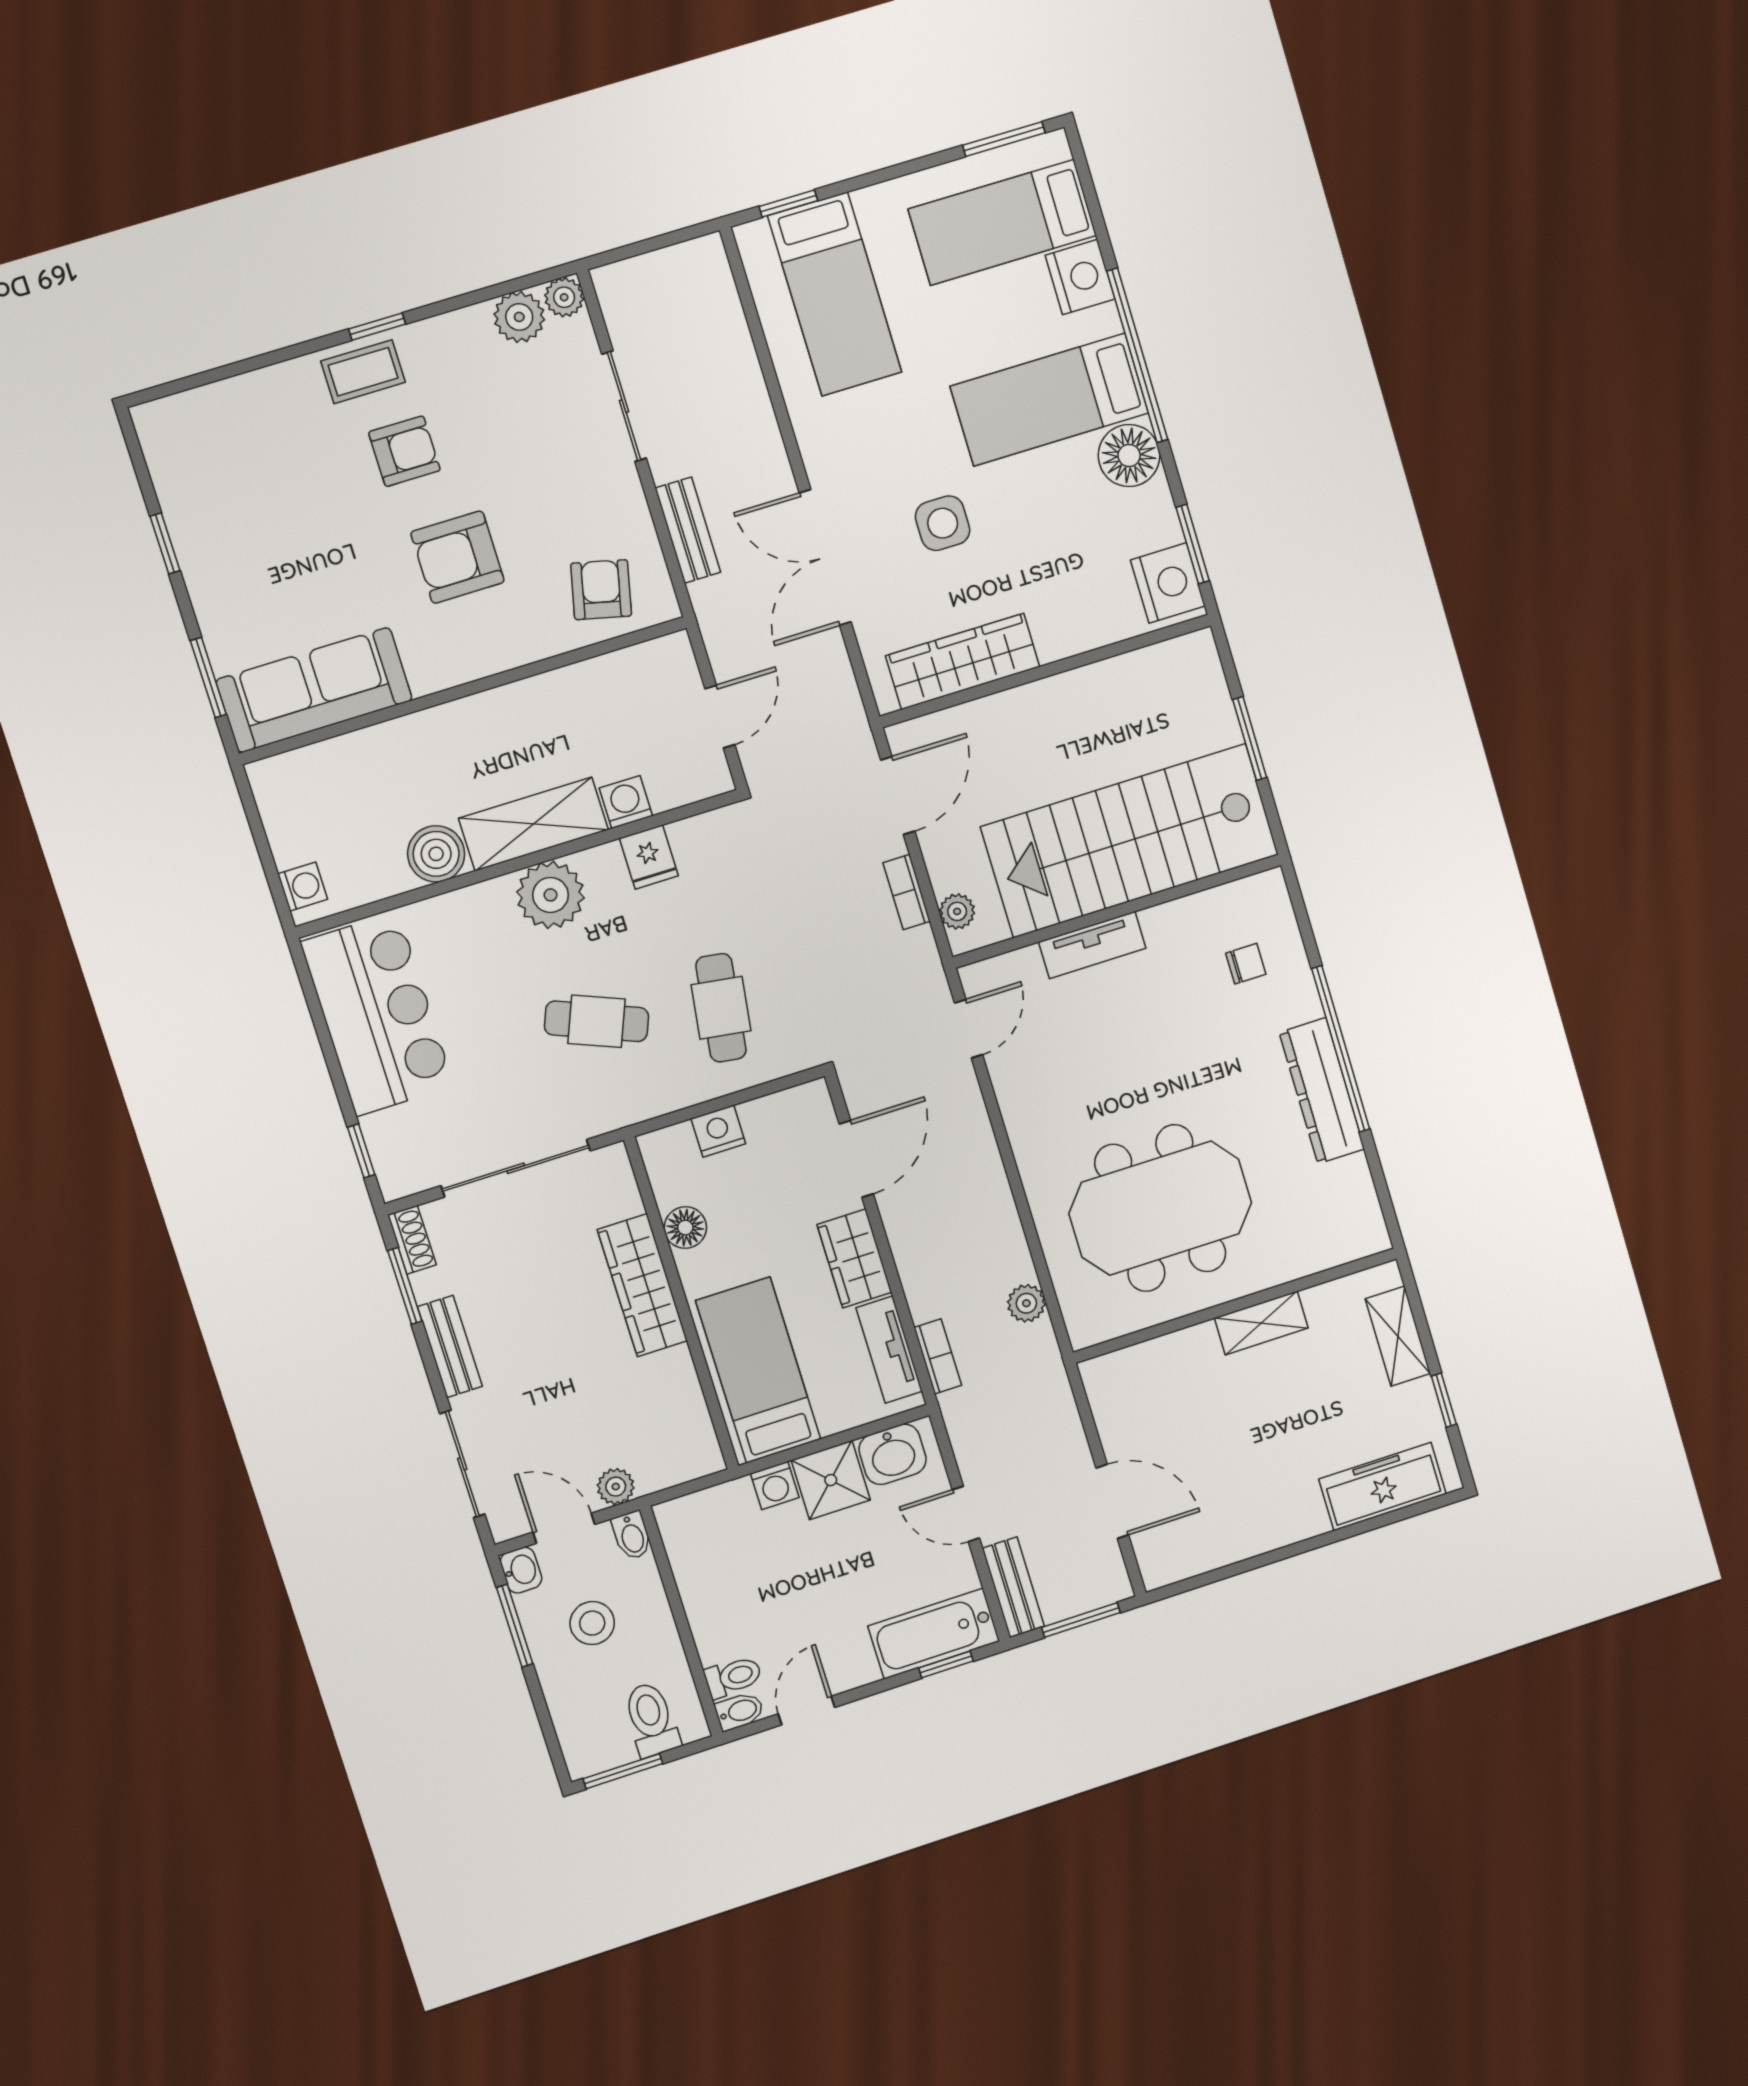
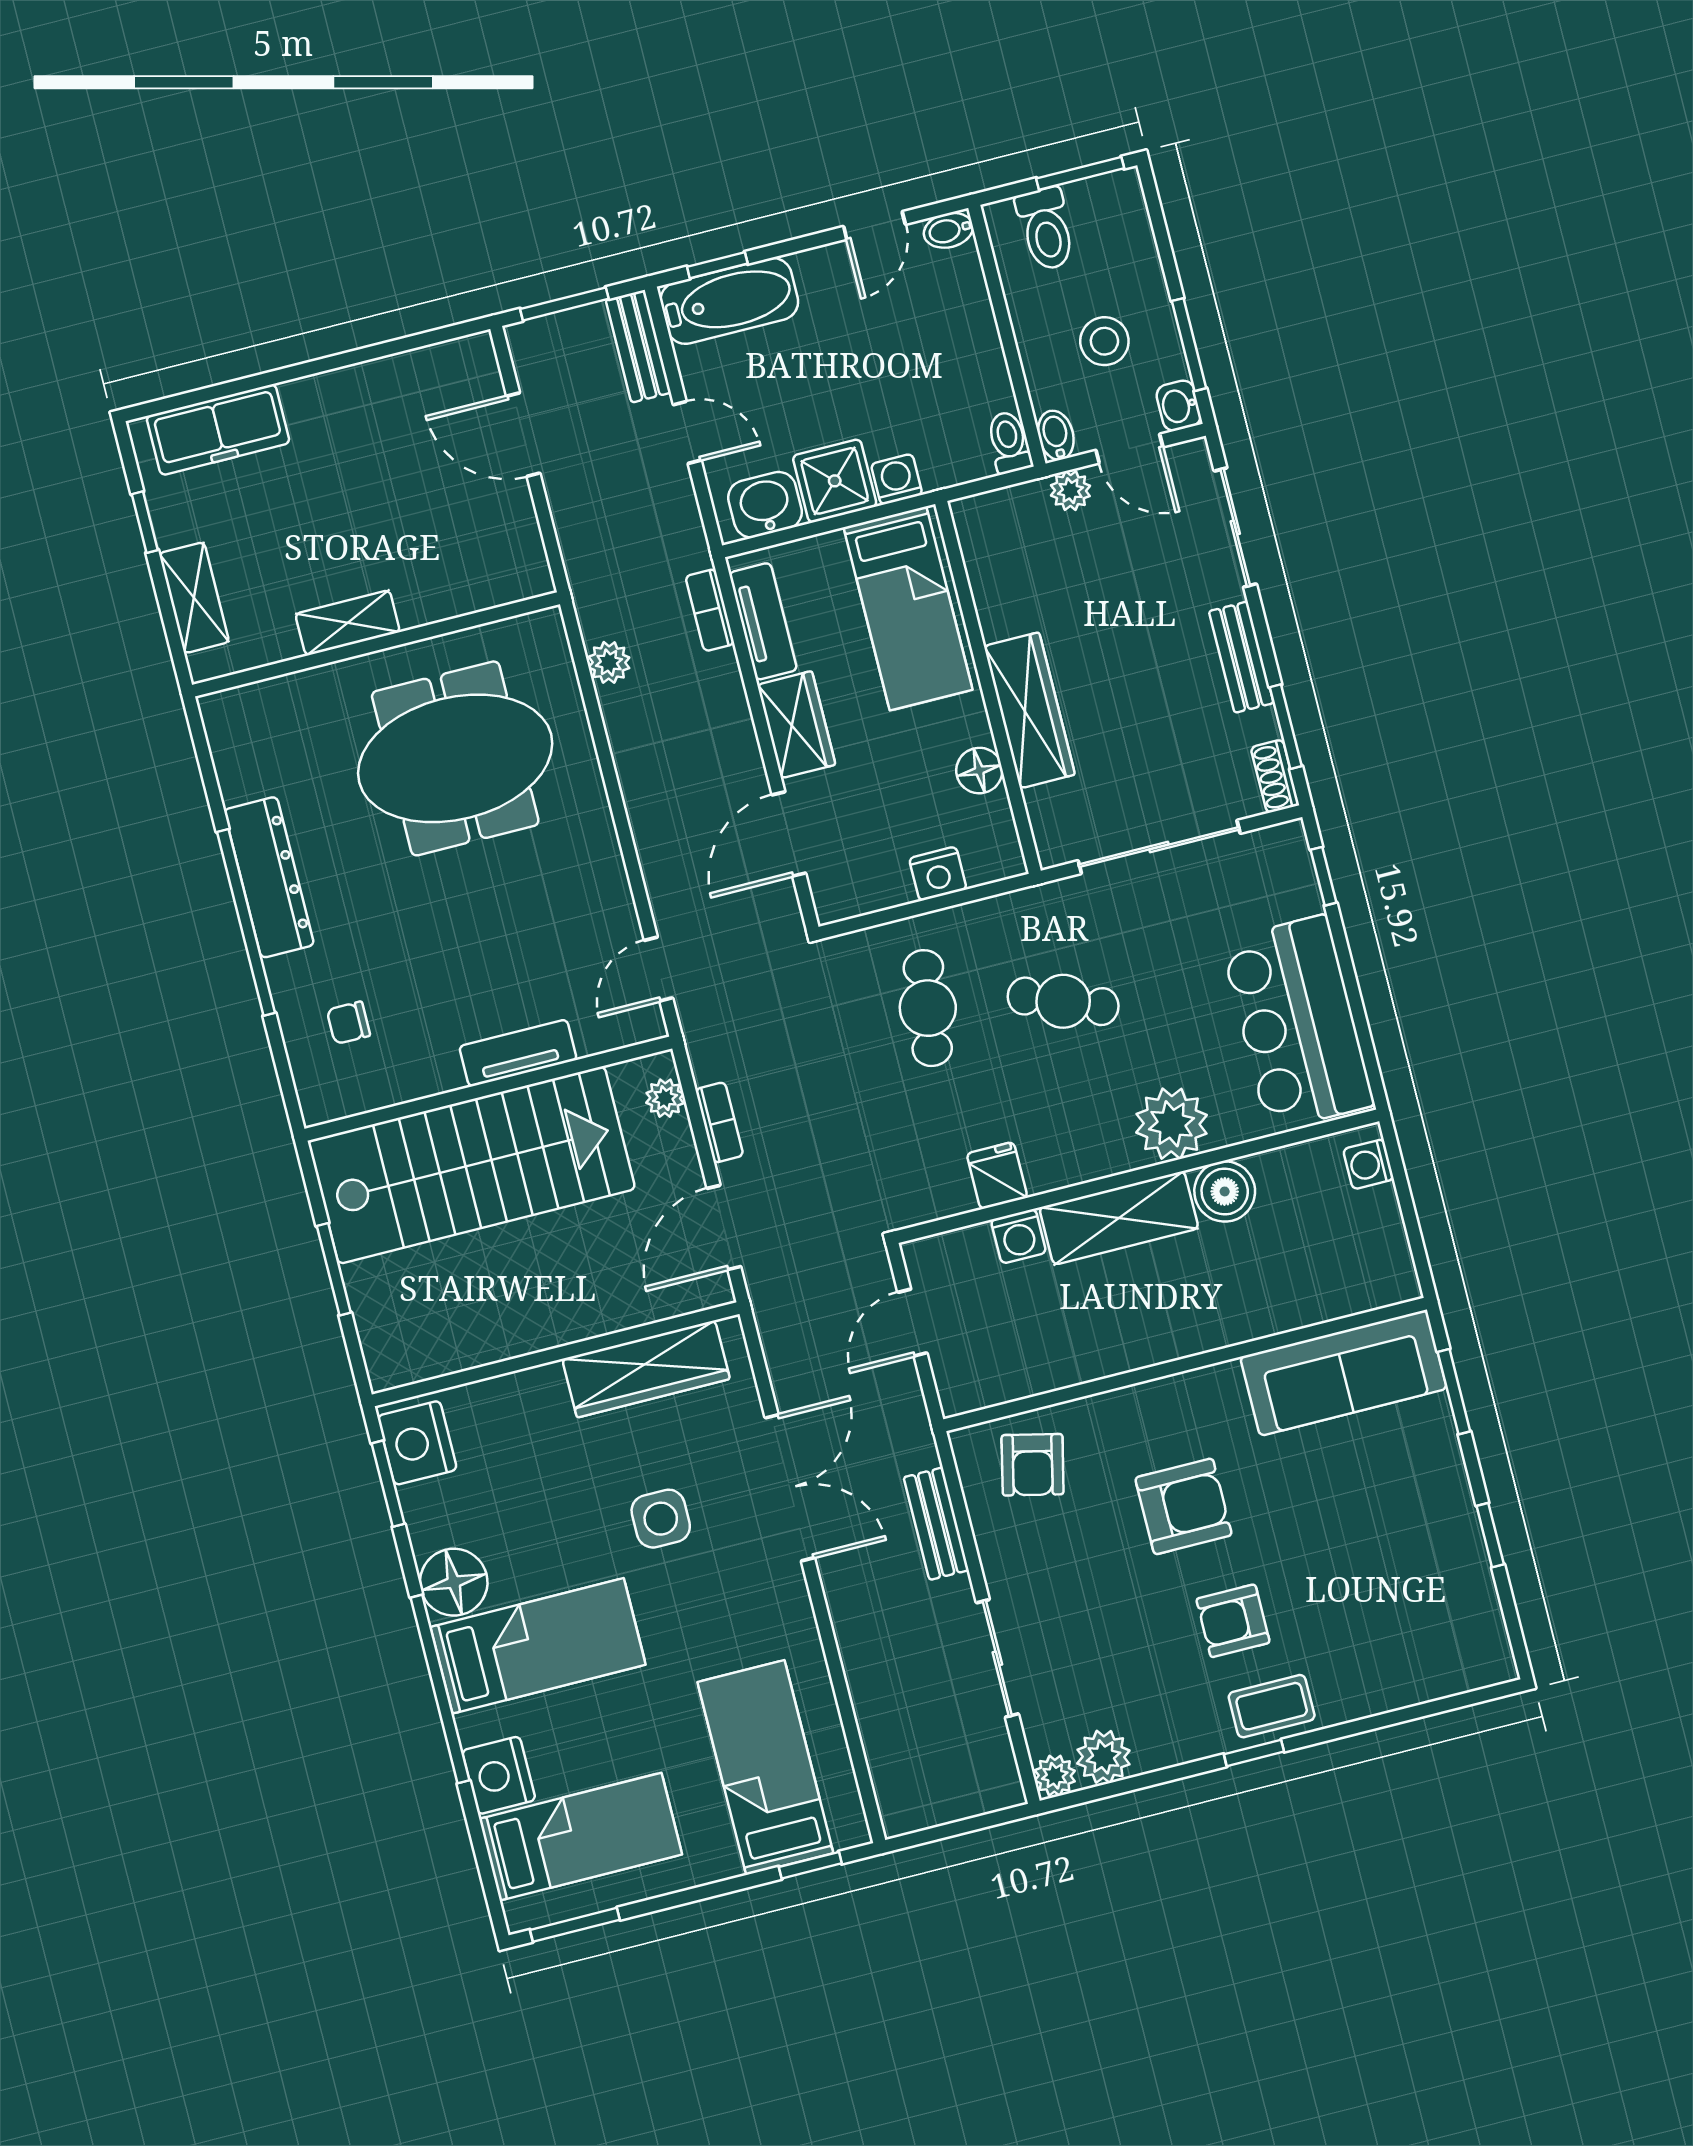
plant: (551, 895) -> (1172, 1124), moved
toilet: (733, 1677) -> (1009, 442), moved, turned 90

